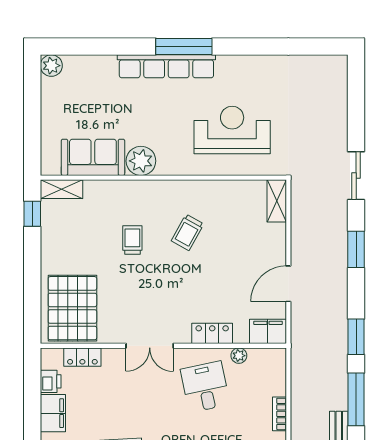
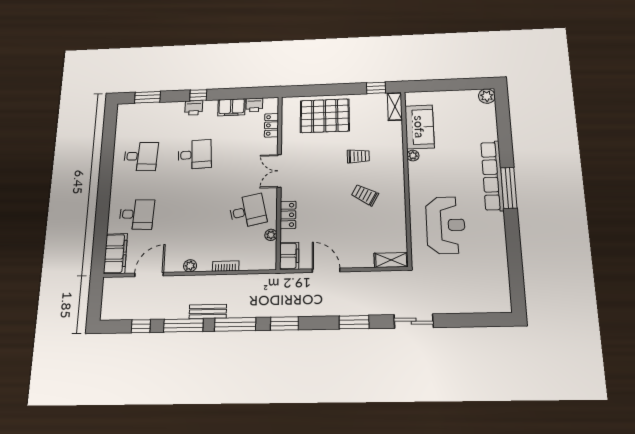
plant: (141, 161) -> (413, 156), width x0.53, depth x0.53
pallet: (72, 308) -> (325, 116), moved

